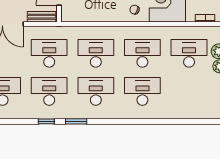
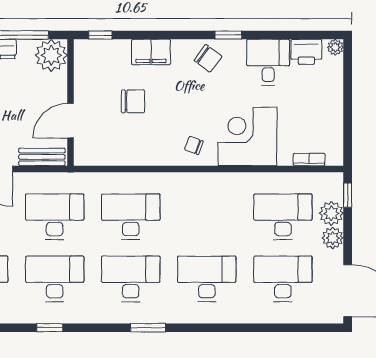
desk: (142, 53) -> (283, 279), moved
window: (76, 121) -> (148, 328), moved

